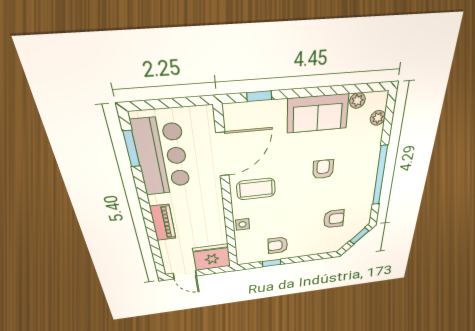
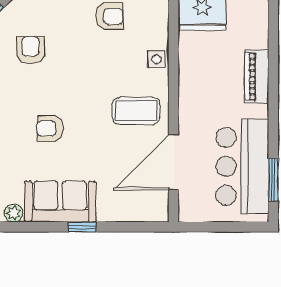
window: (259, 96) -> (82, 227), moved
armchair: (323, 169) -> (50, 129), turned 90
armchair: (334, 219) -> (31, 50), turned 90

